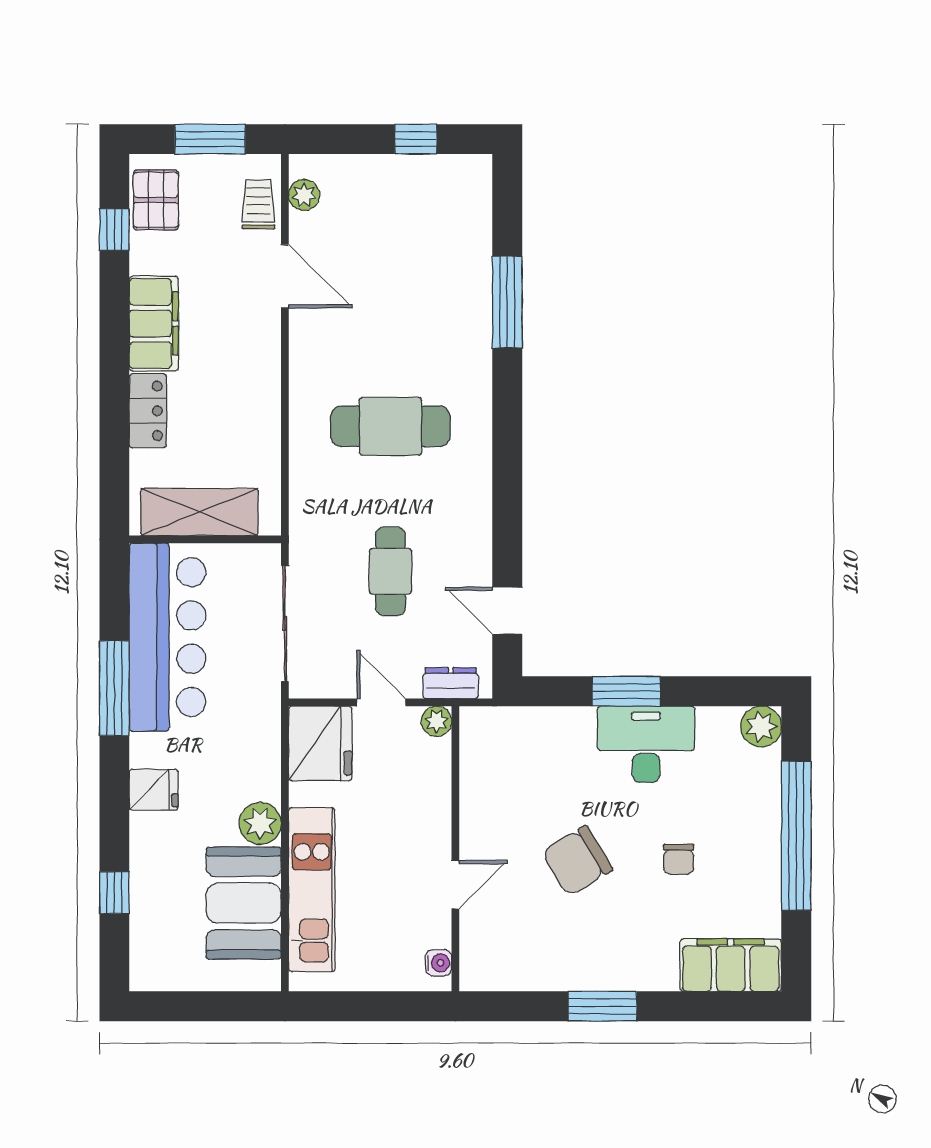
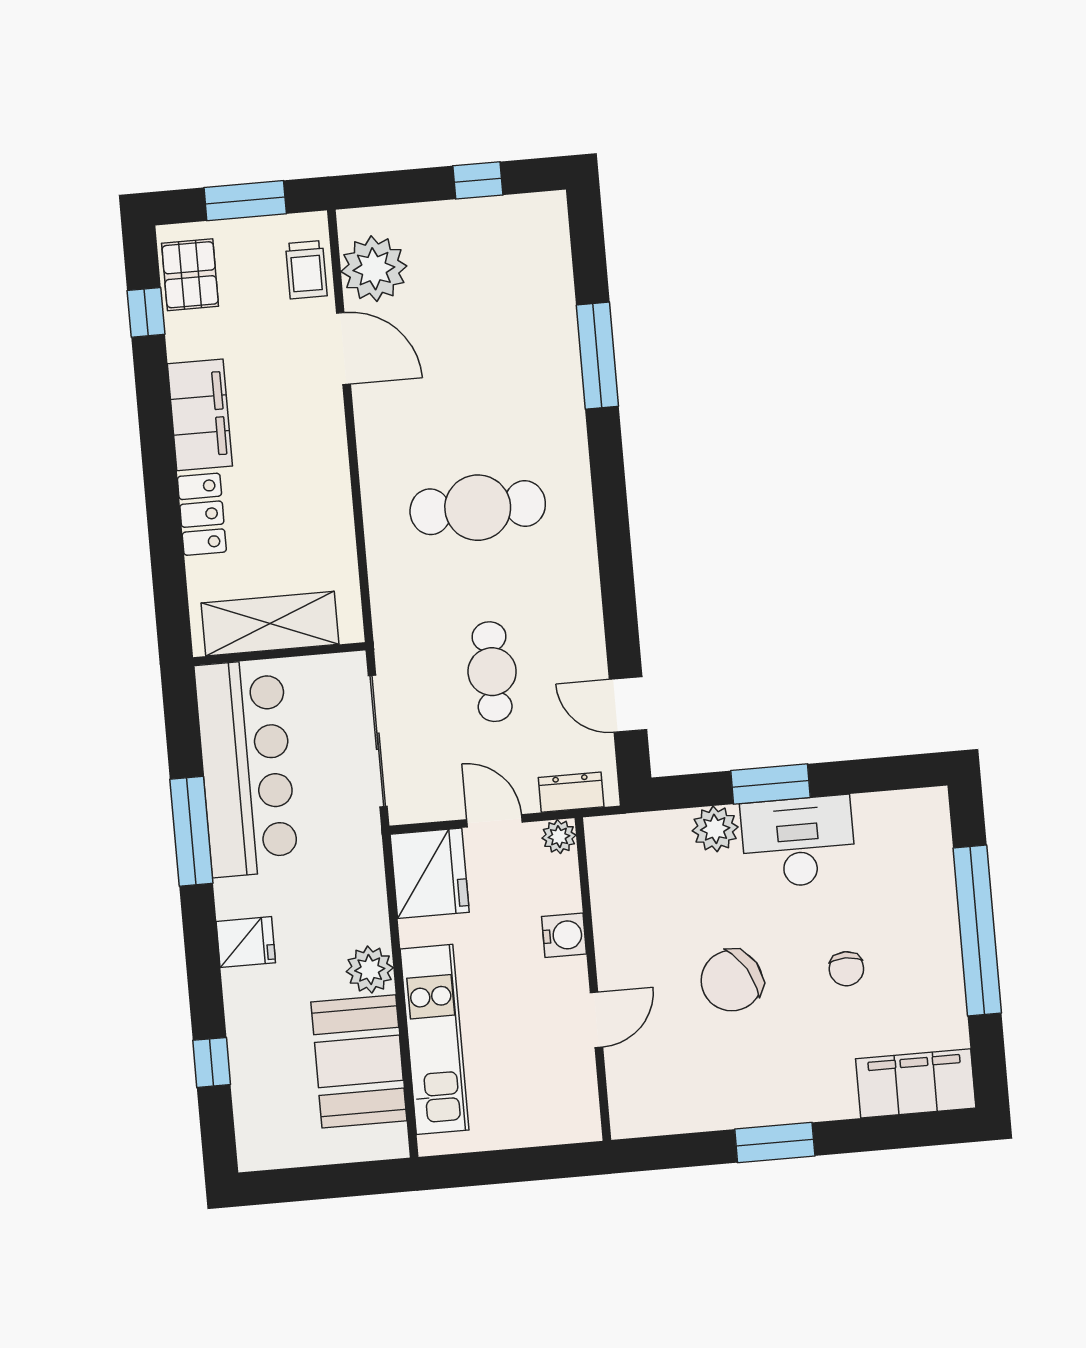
plant: (304, 195) -> (374, 269), width x1.88, depth x1.88
trolley: (258, 204) -> (306, 270), turned 180
plant: (761, 726) -> (715, 829), moved
water cooler: (438, 963) -> (564, 935), moved, width x1.38, depth x1.38

